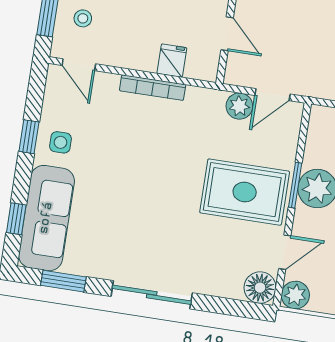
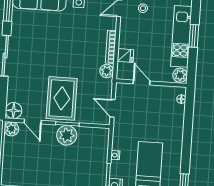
door: (227, 34) -> (142, 82), swing flipped
plant: (239, 106) -> (107, 71), moved

